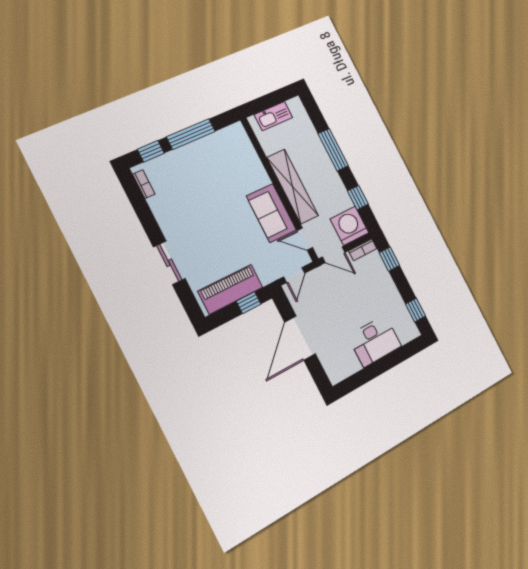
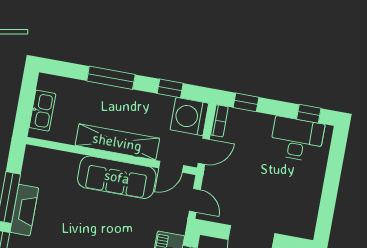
fireplace: (190, 152) -> (24, 210), added
sofa: (271, 213) -> (117, 177), width x1.36
desk: (375, 341) -> (297, 139), moved, turned -90

